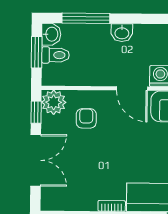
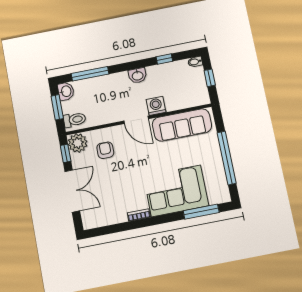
washbasin: (122, 33) -> (137, 75), moved
toilet: (55, 55) -> (75, 120), moved

